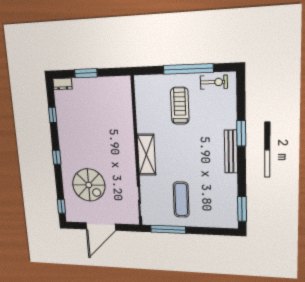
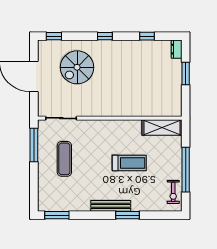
treadmill: (180, 106) -> (129, 163), moved
shelving: (146, 155) -> (162, 128), moved
exercise mat: (181, 200) -> (64, 159), turned 90

